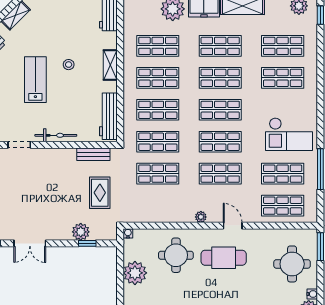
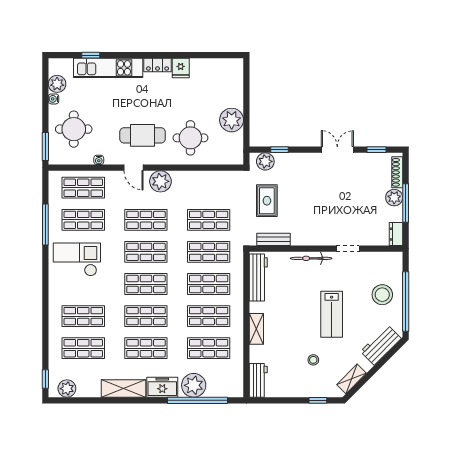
stool: (69, 65) -> (313, 360), moved
plant: (201, 217) -> (160, 181), width x1.87, depth x1.87
plant: (81, 232) -> (265, 161), moved
water cooler: (128, 233) -> (99, 160), moved

